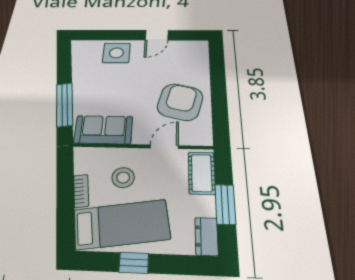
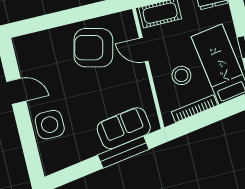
sofa: (103, 130) -> (124, 128), moved, turned 81
bookcase: (81, 191) -> (195, 109), width x1.56

